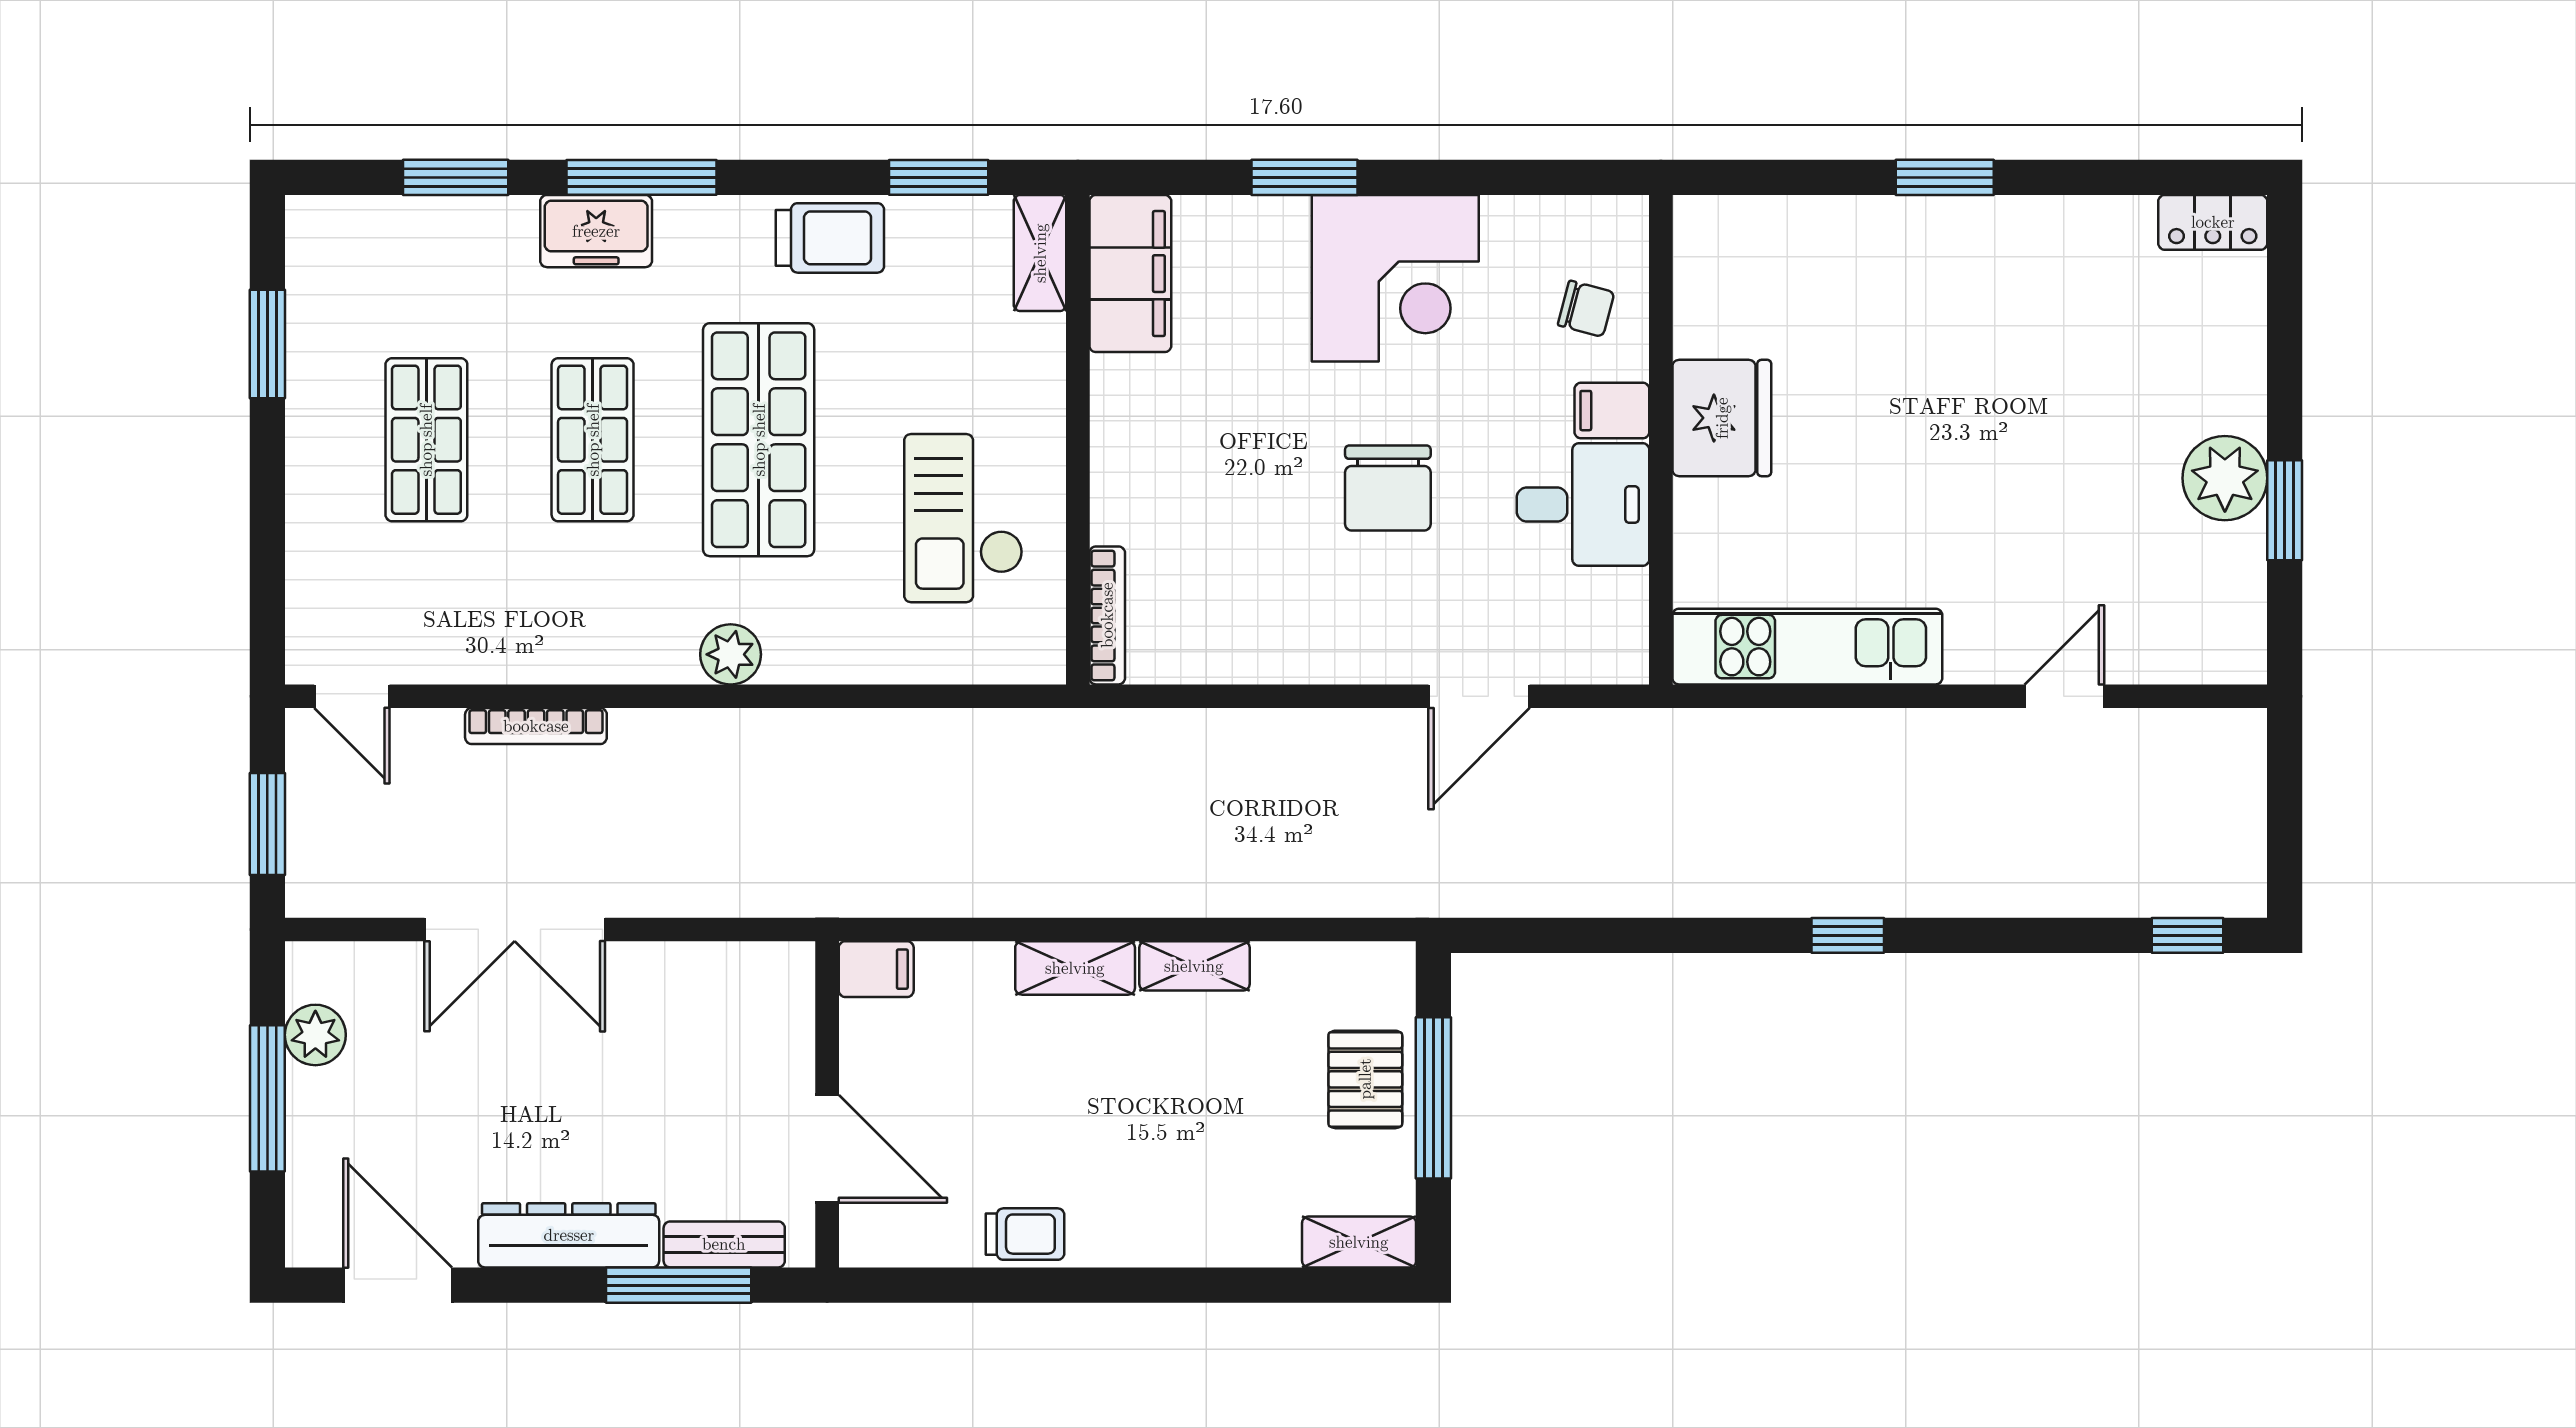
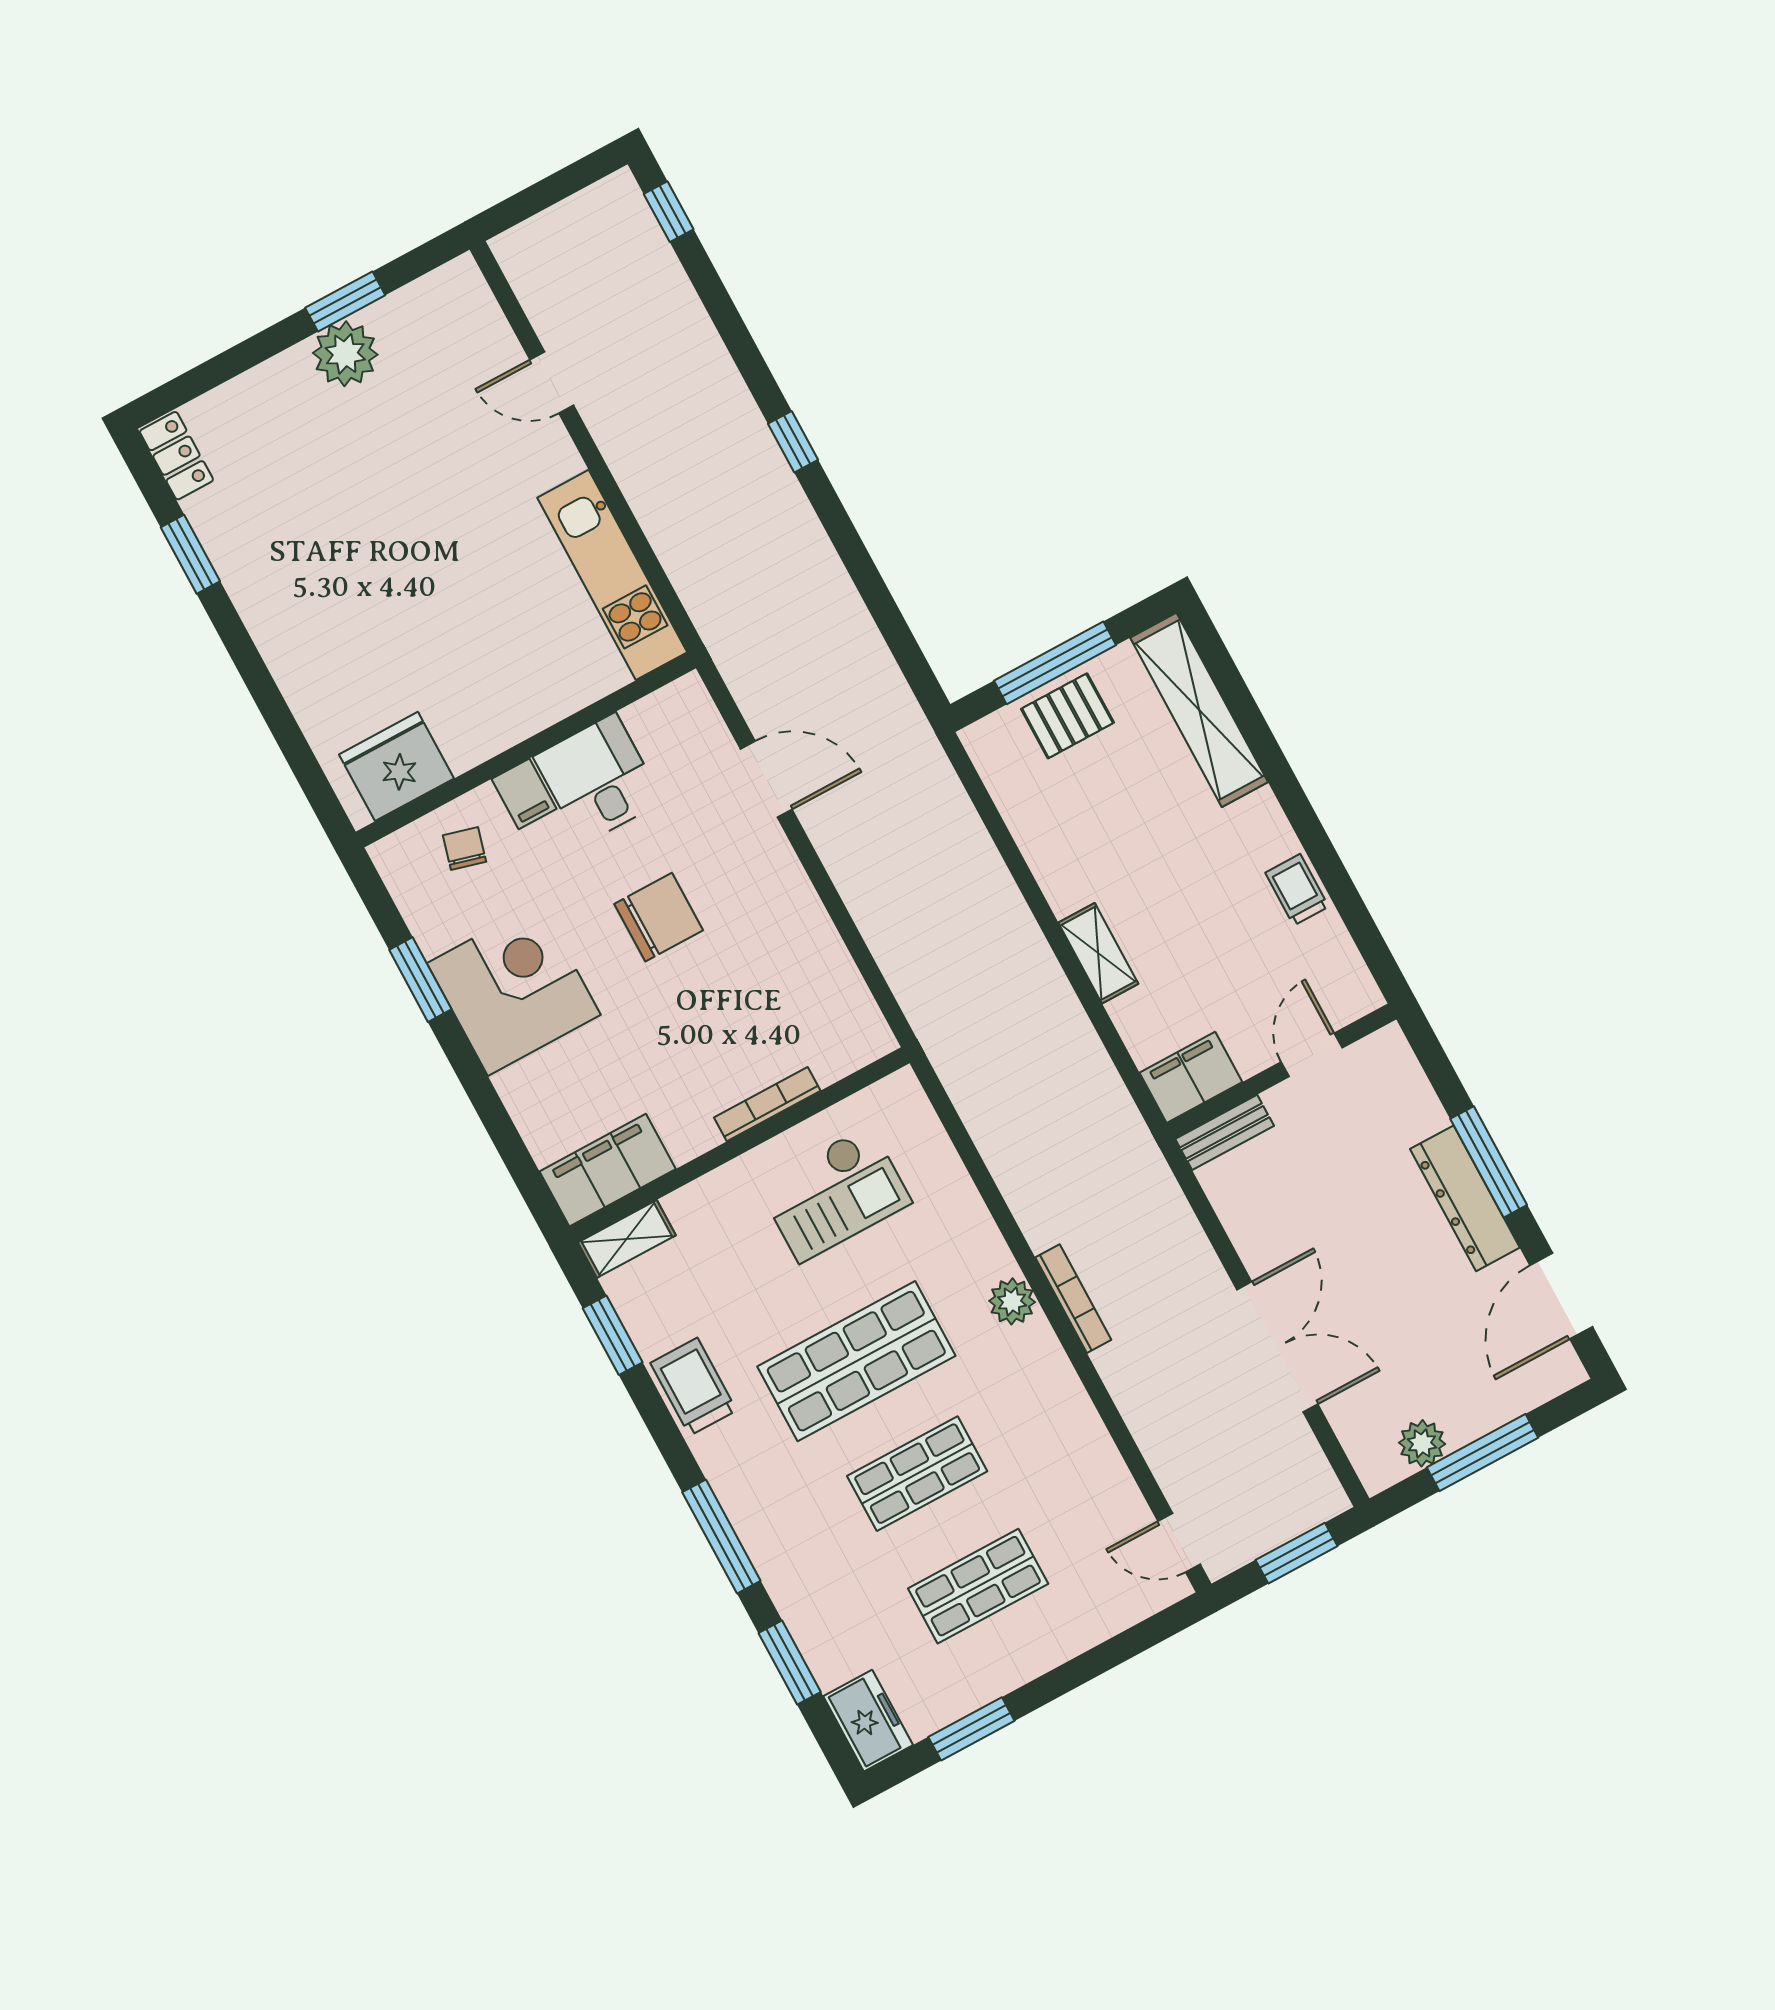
window: (1304, 177) -> (420, 980), moved
window: (1945, 177) -> (190, 554), moved
freezer: (596, 231) -> (868, 1721), moved
fridge: (1722, 418) -> (396, 766), moved
bookcase: (1107, 615) -> (767, 1104), moved
door: (352, 696) -> (1179, 1543), swing flipped
bookcase: (536, 726) -> (1073, 1299), moved
shelving: (1194, 966) -> (1053, 873), removed
filing cabinet: (876, 969) -> (1191, 1077), width x2.00
door: (827, 1149) -> (1312, 1055), width x0.73
shelving: (1359, 1242) -> (1199, 710), width x2.20, depth x1.33
bench: (724, 1244) -> (1225, 1132), moved, turned 90
window: (679, 1285) -> (1489, 1162), moved

